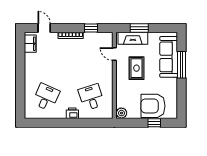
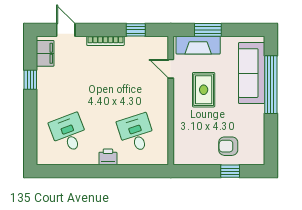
window: (20, 62) -> (30, 80), added
window: (182, 65) -> (271, 85), width x1.46
desk: (46, 97) -> (69, 133), turned -45
armchair: (153, 106) -> (228, 146), width x0.53, depth x0.53
plant: (121, 113) -> (181, 157), removed

